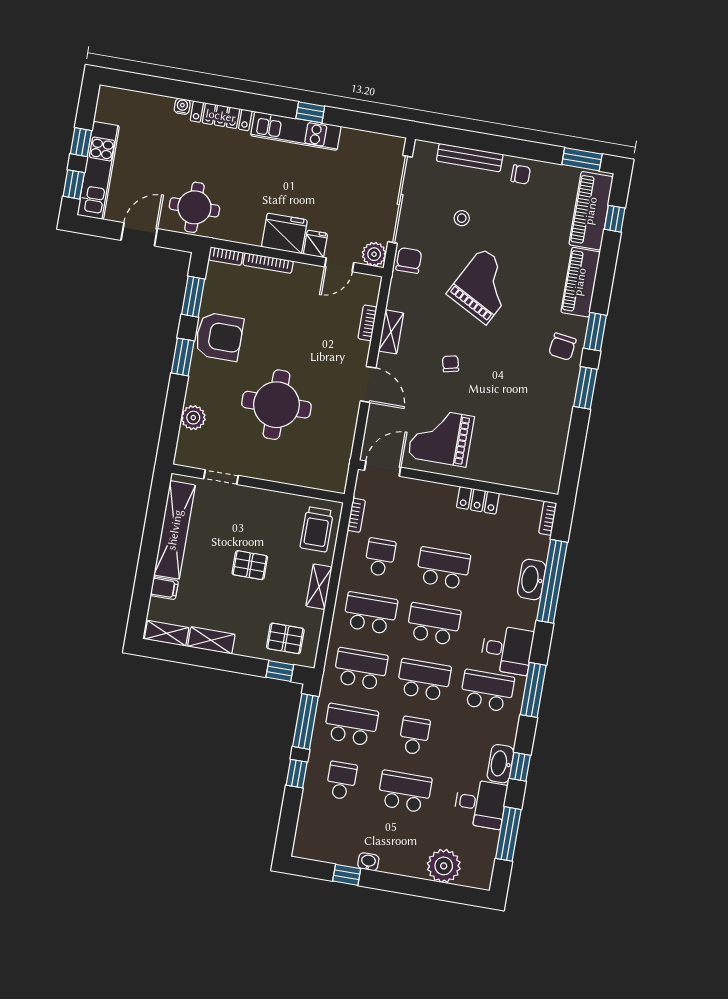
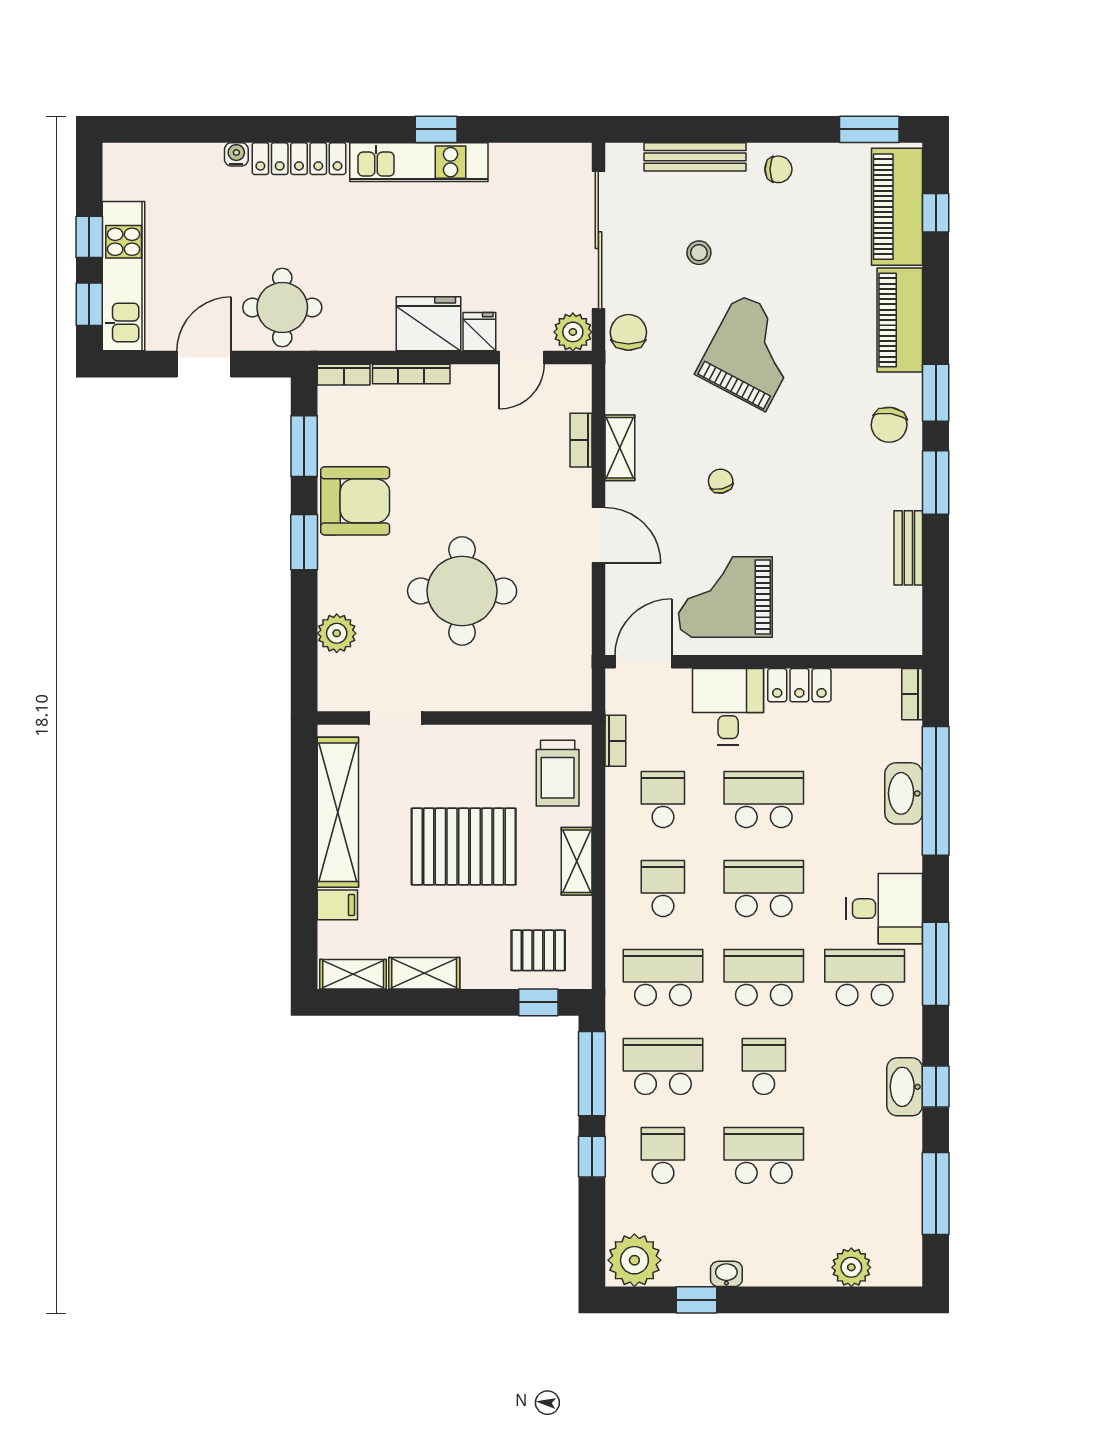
bench: (561, 426) -> (908, 548), added
pallet: (250, 565) -> (464, 847), width x2.05, depth x2.00
school desk: (370, 613) -> (663, 889), width x0.54
desk: (480, 804) -> (728, 707), moved, turned -90
plant: (312, 843) -> (634, 1260), added
plant: (444, 866) -> (851, 1267), width x0.73, depth x0.73

